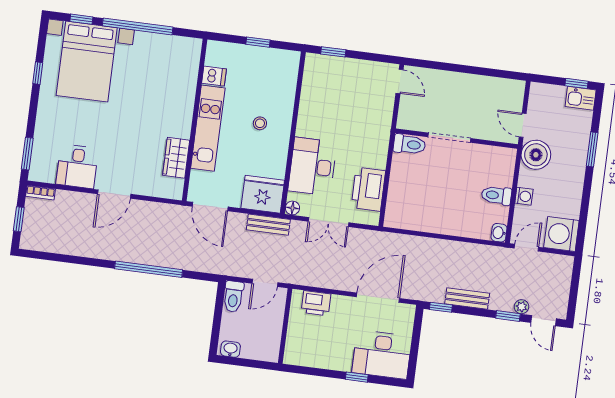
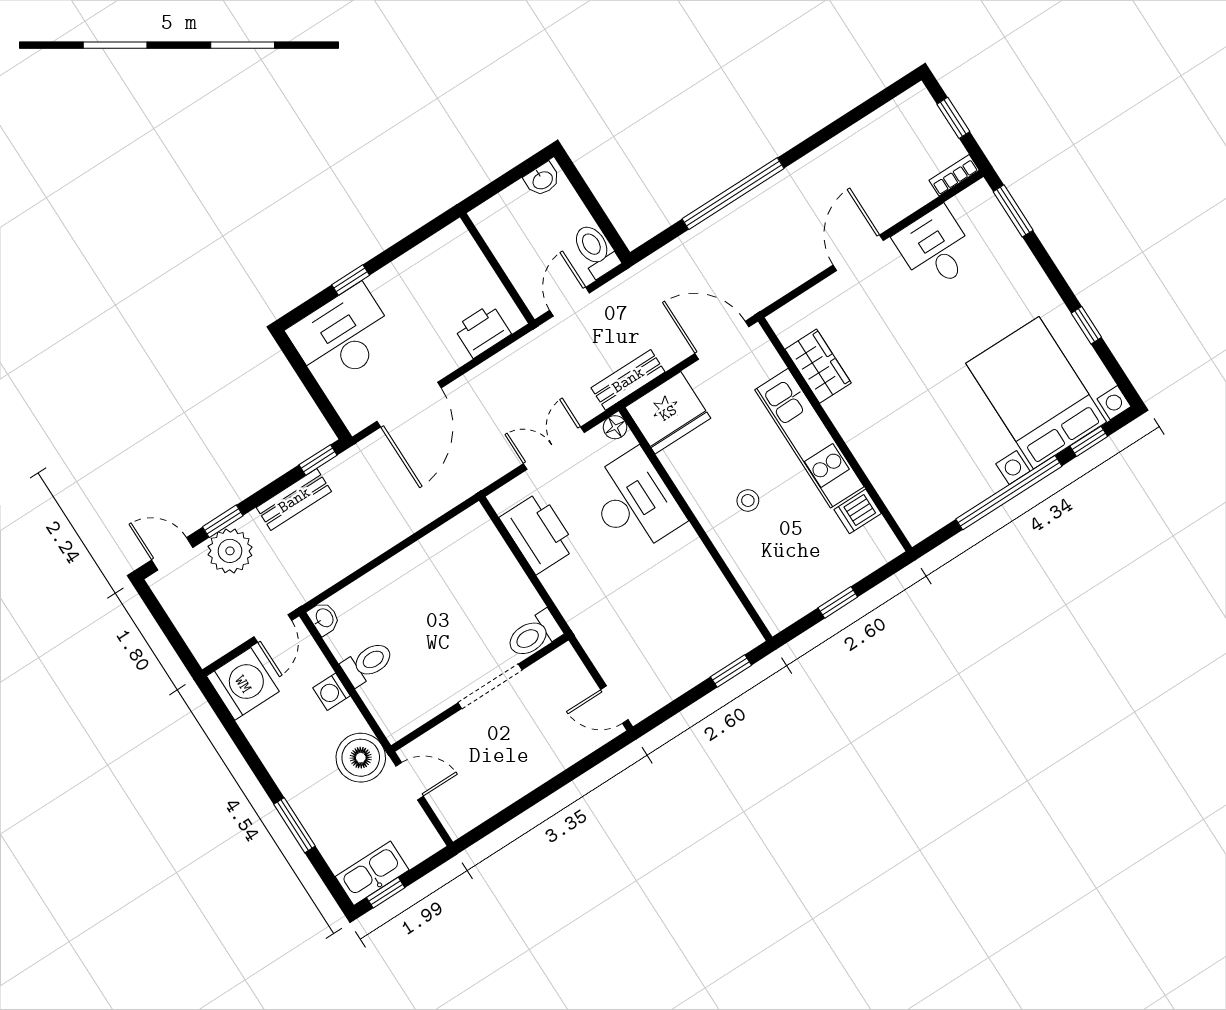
kitchen sink: (581, 98) -> (372, 873), width x1.38
plant: (522, 307) -> (230, 551), width x1.88, depth x1.88

